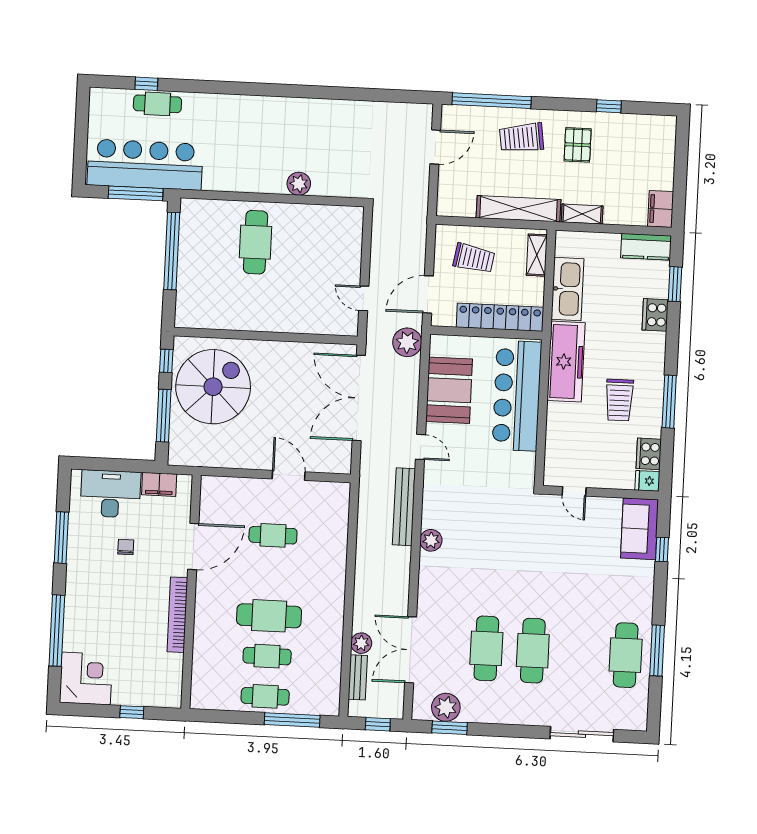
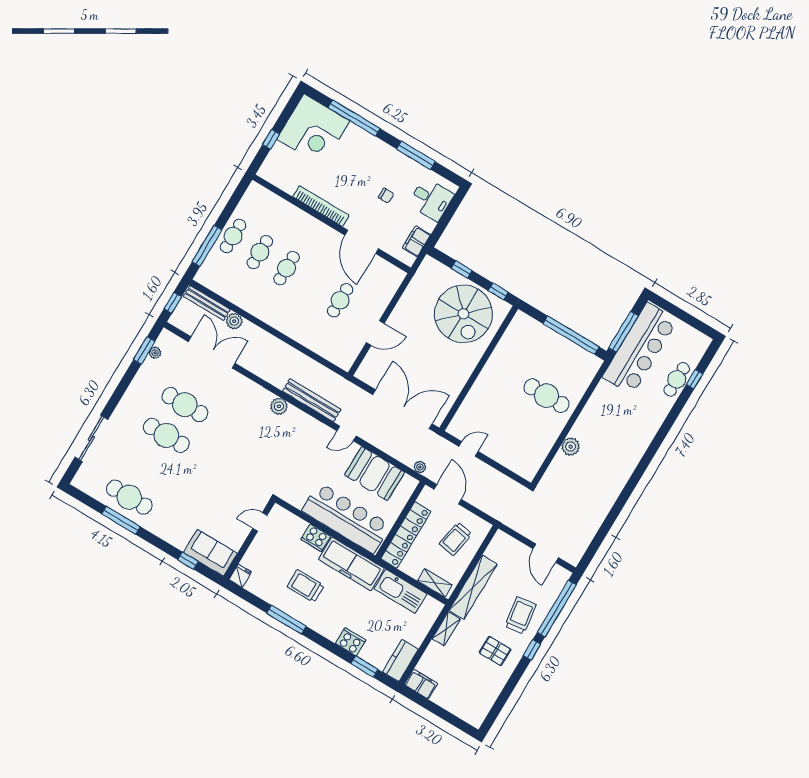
window: (609, 106) -> (532, 650), moved
plant: (407, 342) -> (420, 467), width x0.53, depth x0.53
window: (164, 416) -> (462, 269), width x0.46
cooker: (649, 454) -> (316, 538), moved, turned 180
desk: (111, 494) -> (431, 199), width x0.73
cafe table: (269, 616) -> (287, 268), width x0.73, depth x0.74
bench: (358, 677) -> (207, 303), width x1.36
corner desk: (86, 679) -> (313, 130), width x1.36, depth x1.36
plant: (446, 707) -> (155, 353), width x0.53, depth x0.53

